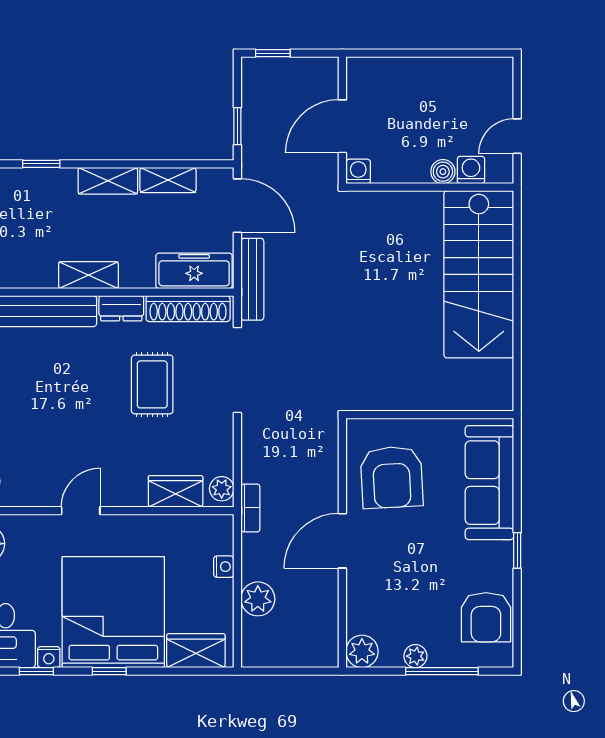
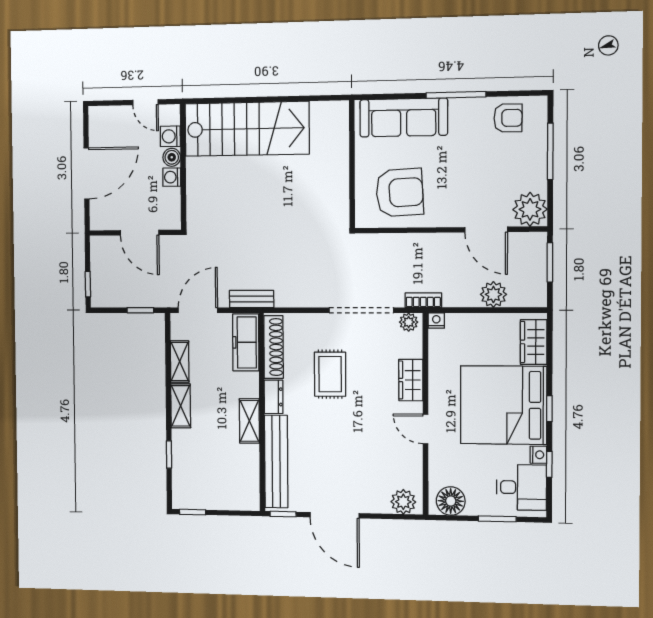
door: (423, 53) -> (87, 173), added
washing machine: (358, 171) -> (172, 177), moved
bench: (252, 279) -> (252, 299), width x0.73
doorway: (237, 370) -> (361, 310), moved
rug: (152, 384) -> (330, 374), turned 90
wardrobe: (176, 491) -> (411, 380), moved
door: (342, 541) -> (486, 230), moved
window: (517, 550) -> (456, 95), width x2.17
nightstand: (224, 567) -> (436, 320), moved
armchair: (486, 617) -> (508, 118), width x0.72, depth x0.72
plant: (362, 651) -> (530, 209), width x1.36, depth x1.36
plant: (415, 656) -> (538, 172), removed
window: (299, 671) -> (550, 262), added

